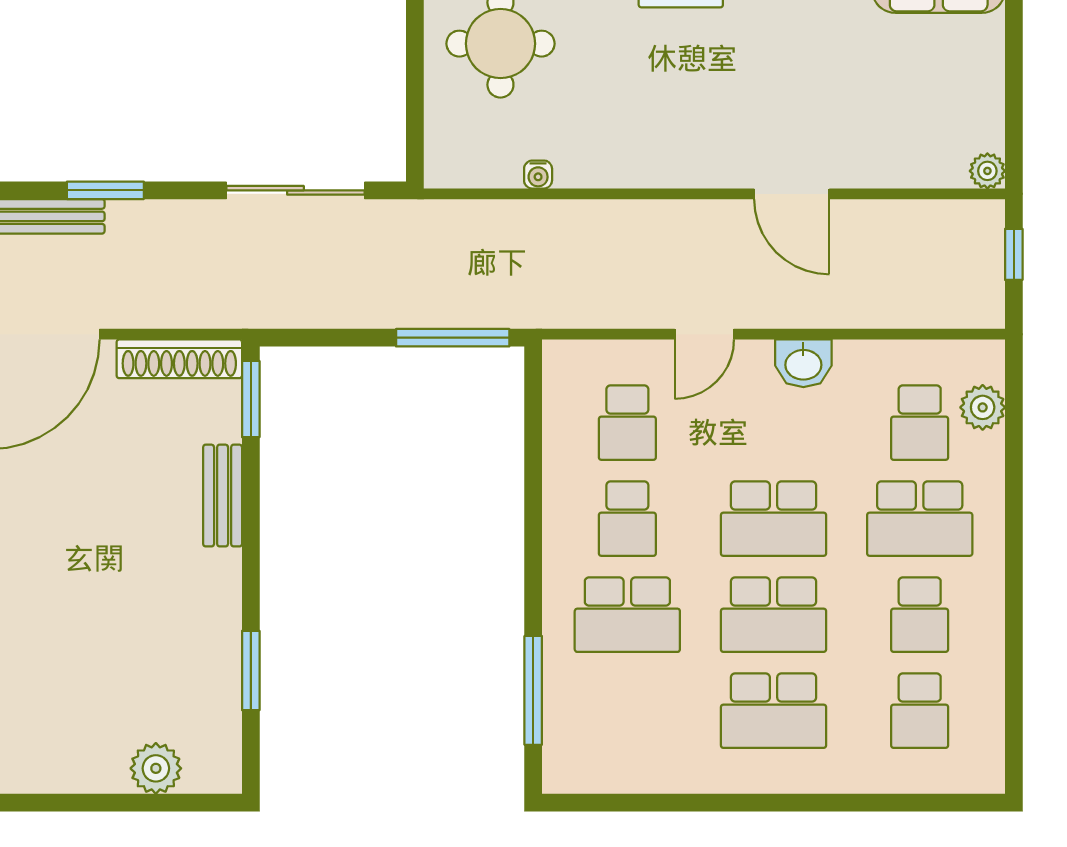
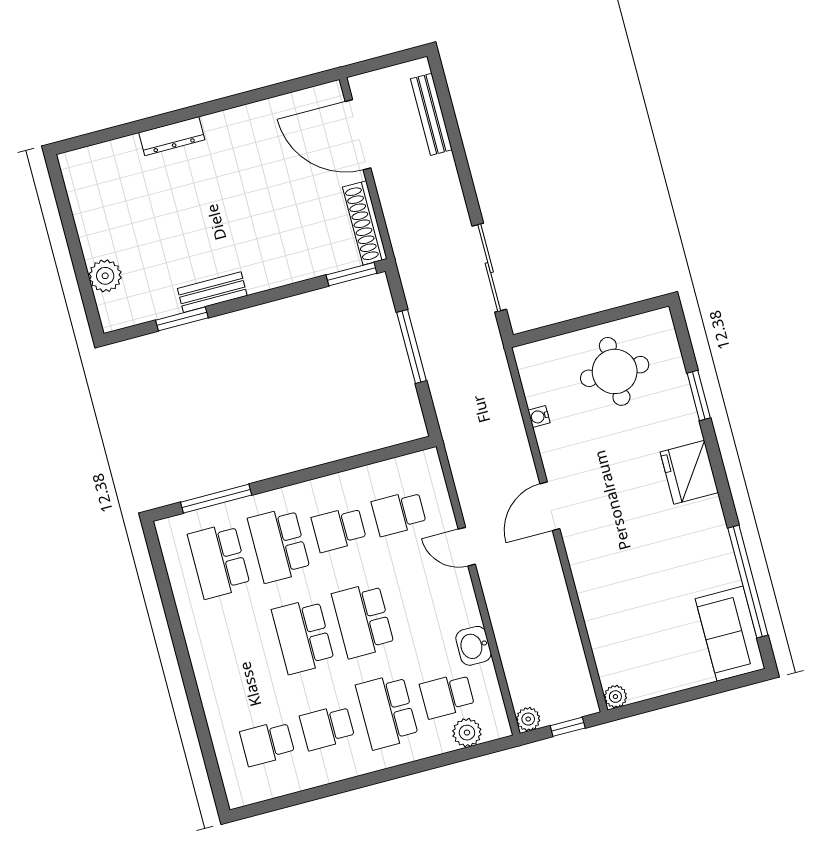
window: (105, 190) -> (458, 149), removed
door: (792, 194) -> (550, 506), moved
plant: (987, 310) -> (528, 719), added
window: (453, 338) -> (412, 346), moved
washbasin: (803, 363) -> (473, 646), moved
bench: (223, 496) -> (212, 292), moved
school desk: (774, 711) -> (219, 561), moved

